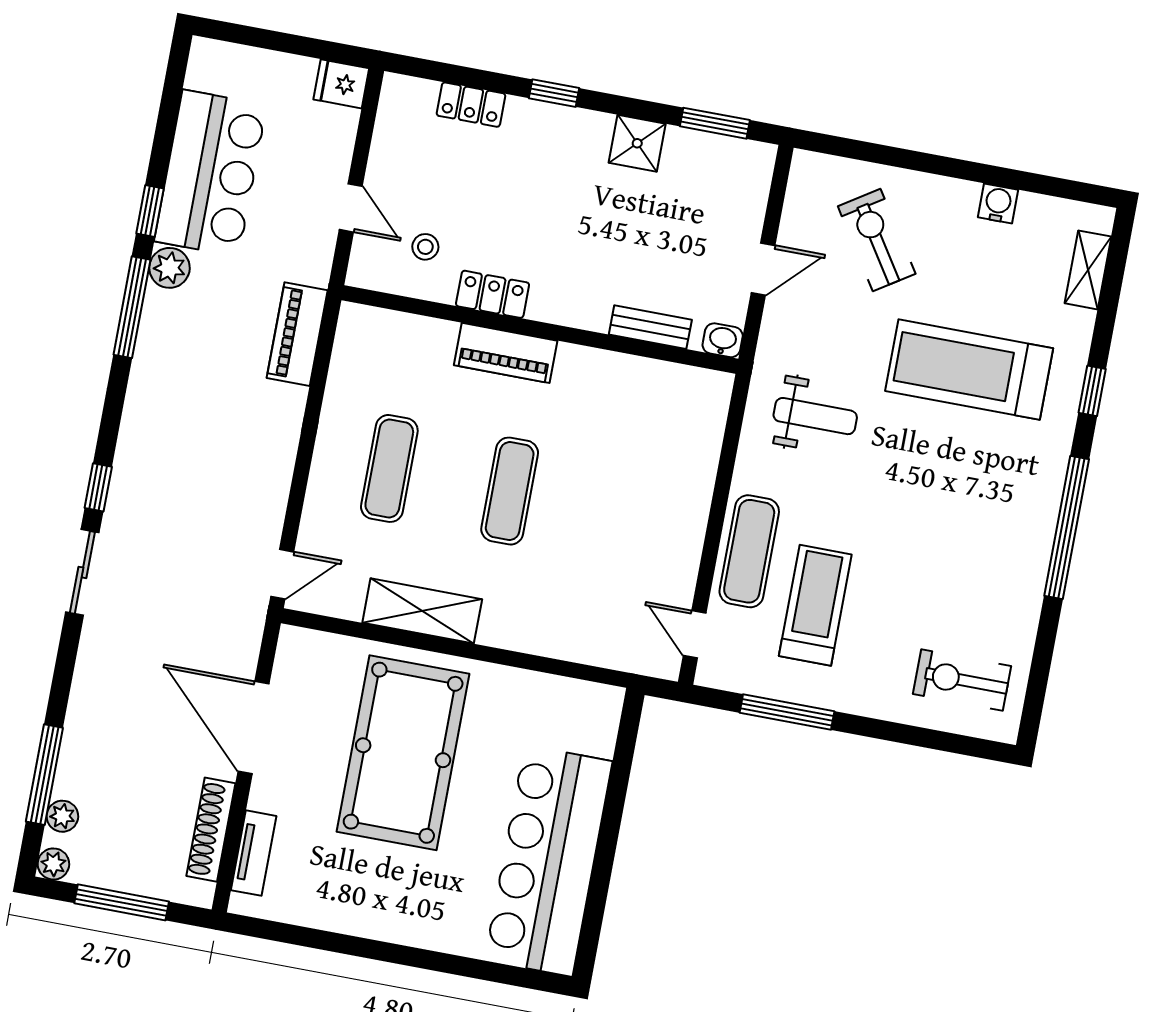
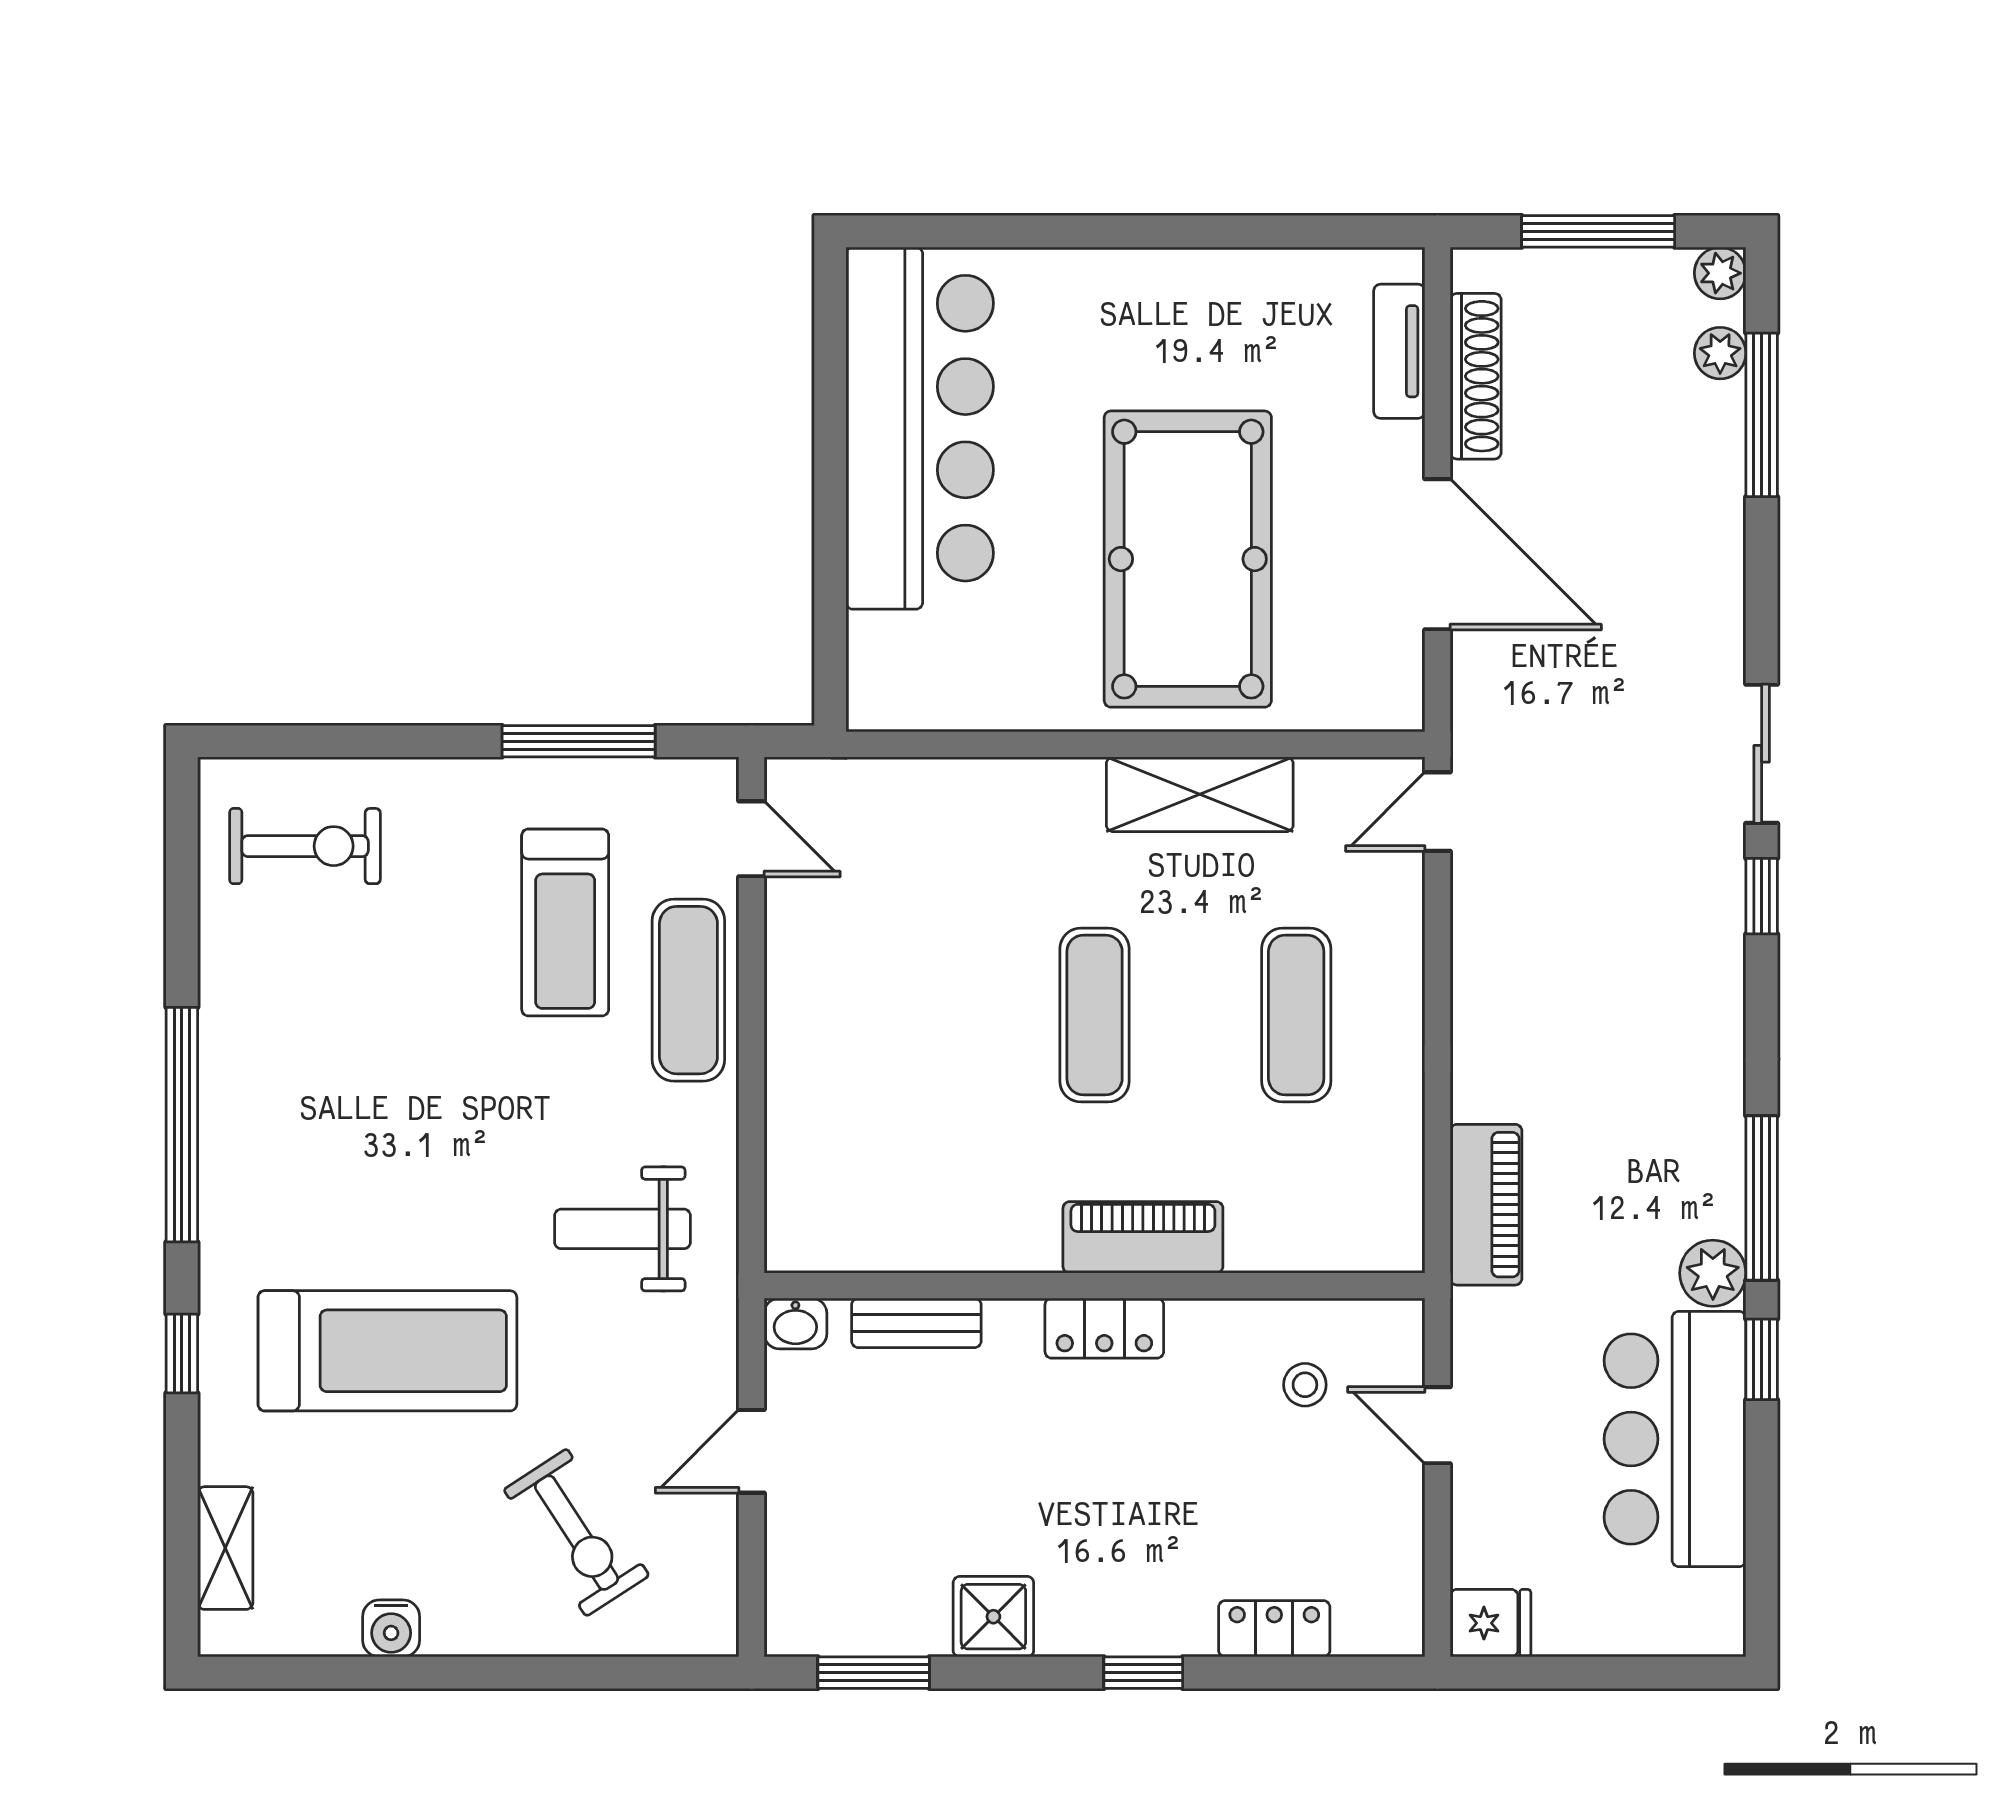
locker: (493, 294) -> (1104, 1328), moved

